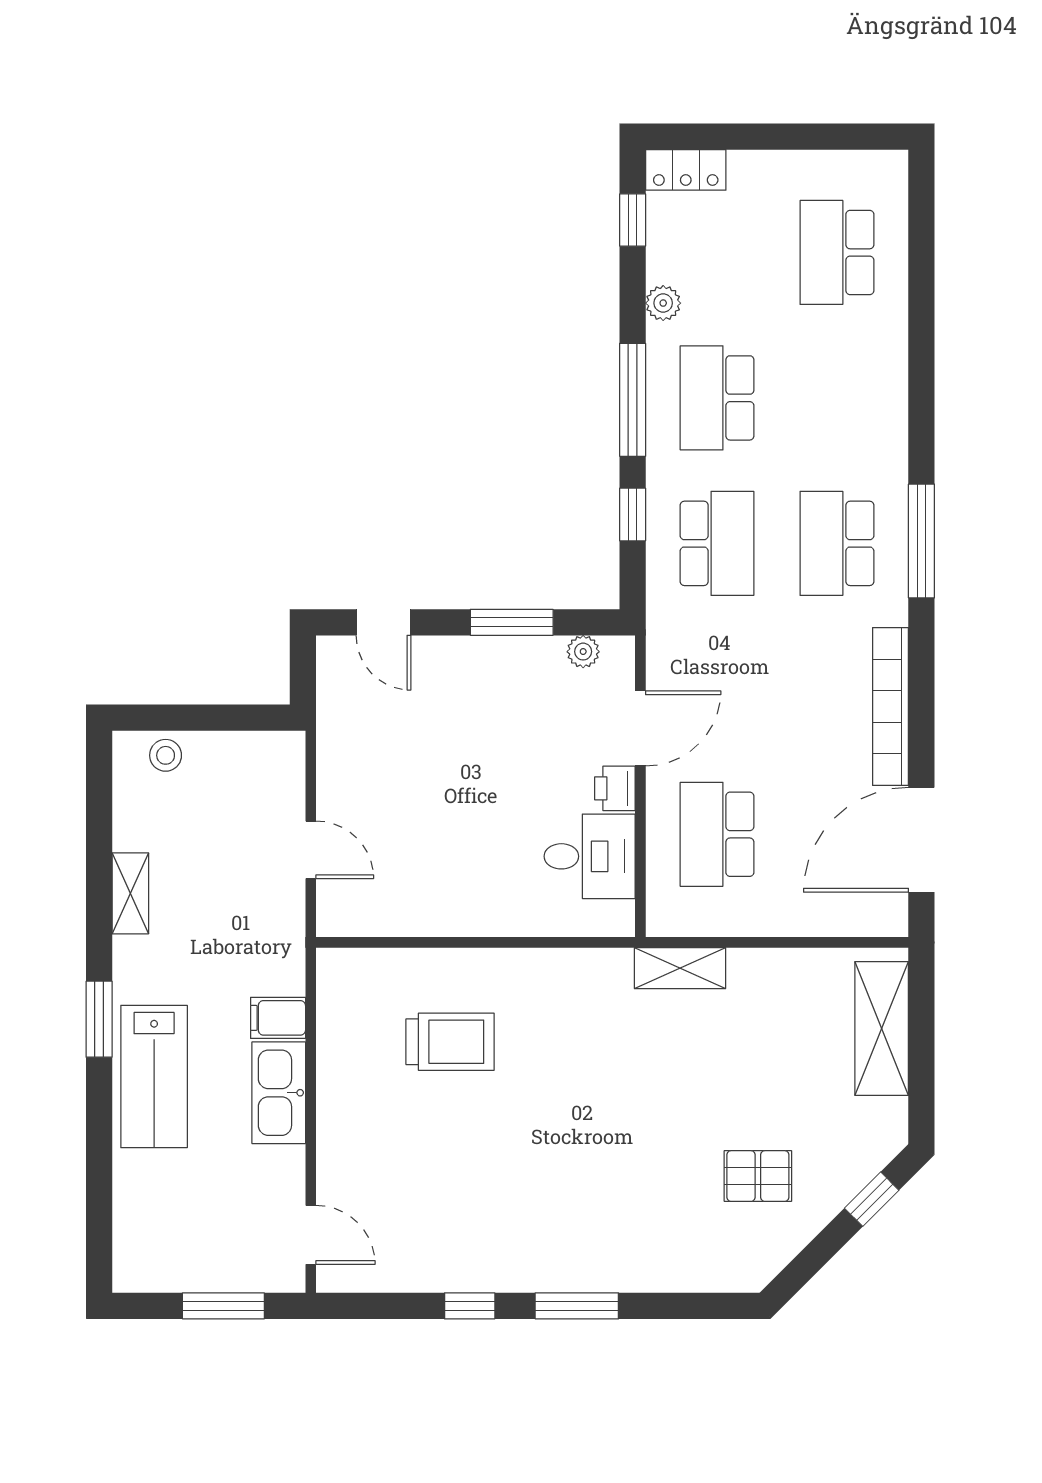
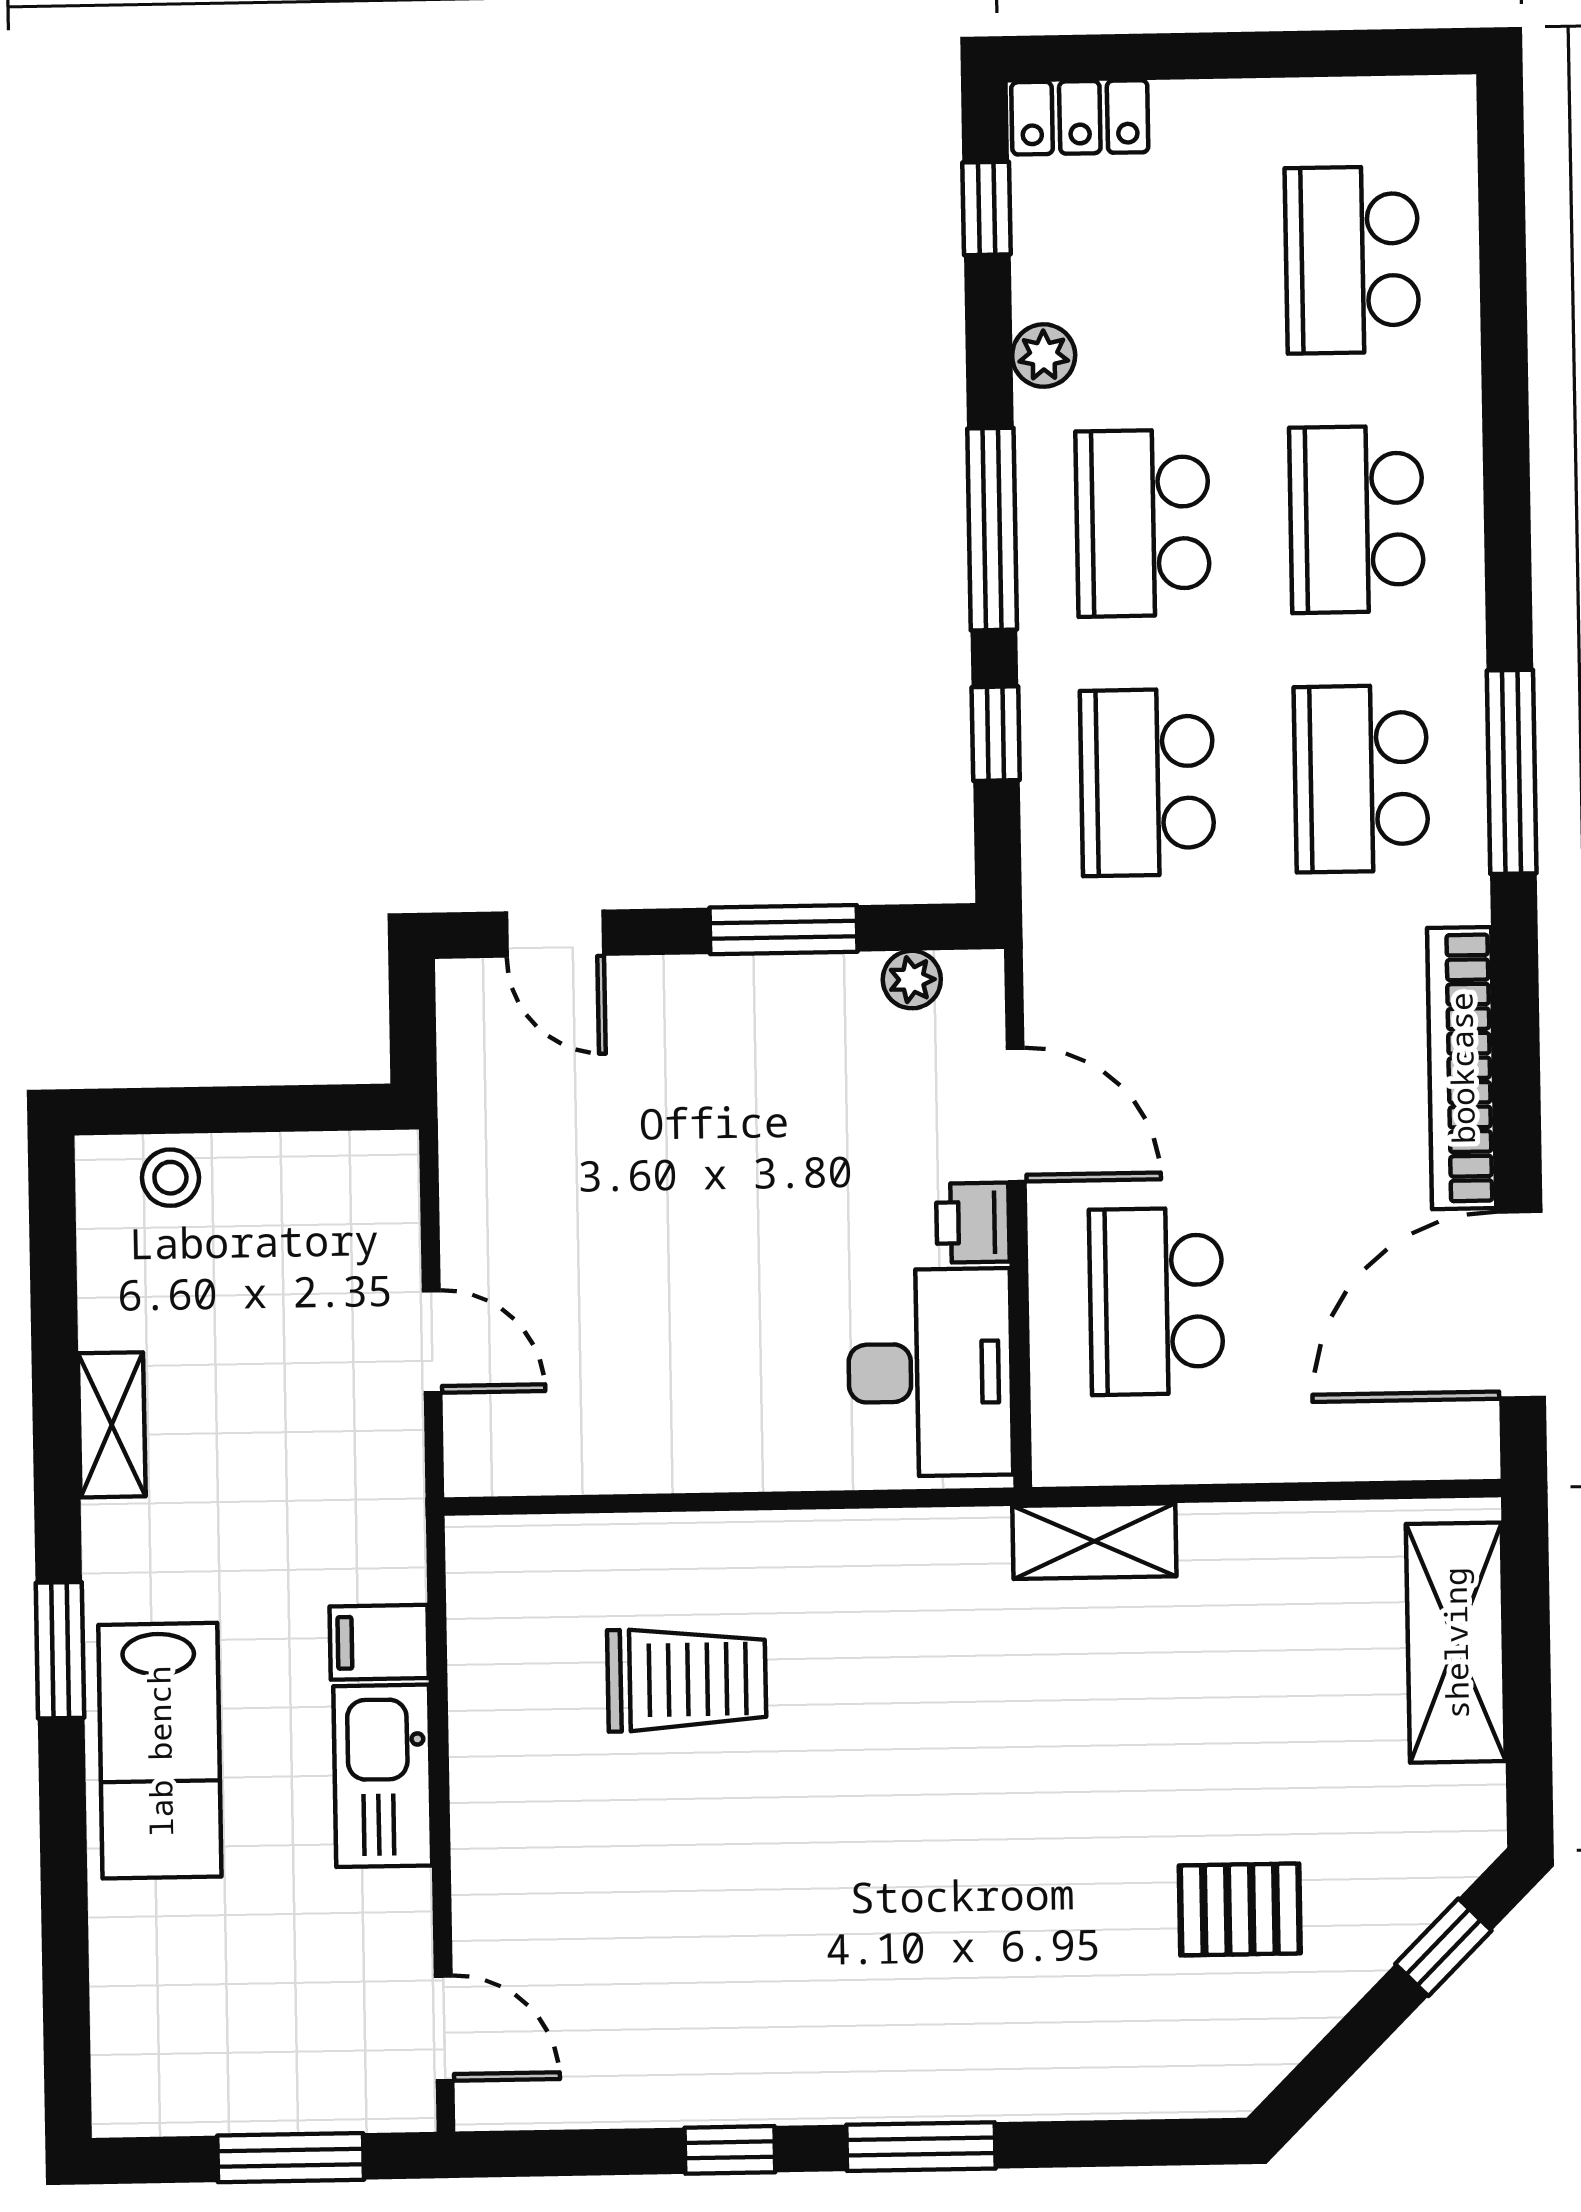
school desk: (837, 398) -> (1357, 519), added
school desk: (717, 543) -> (1147, 782), turned 180
door: (640, 728) -> (1016, 1115), hinge flipped
desk: (590, 856) -> (930, 1373), width x1.37

